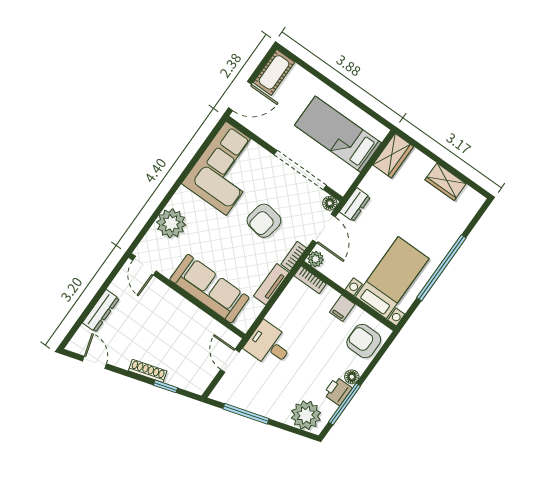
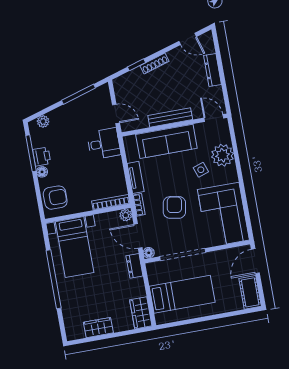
side table: (205, 230) -> (201, 170), added
bookcase: (310, 280) -> (111, 202), width x1.56
bench: (184, 307) -> (170, 117), added
filing cabinet: (342, 308) -> (85, 203), removed
plant: (306, 415) -> (43, 121), width x0.53, depth x0.53

